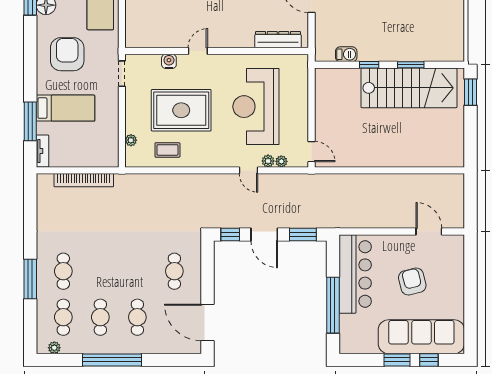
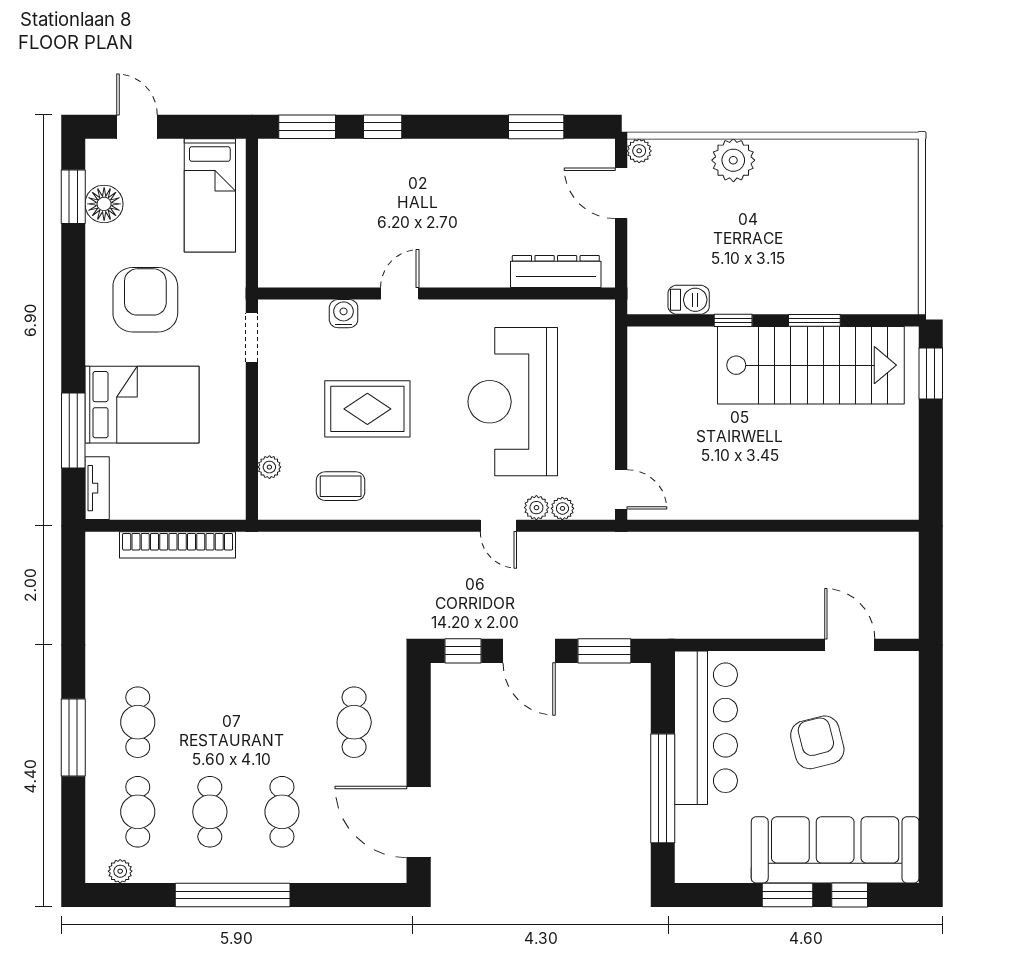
bed: (65, 108) -> (142, 405), width x1.50
rug: (181, 110) -> (367, 409), width x0.73, depth x0.69

